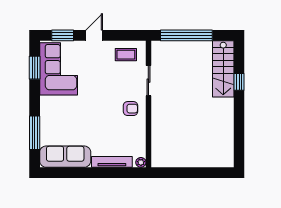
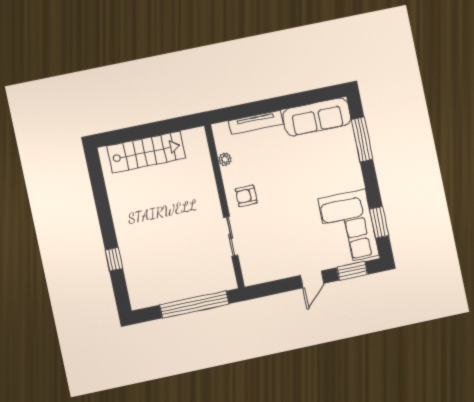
coffee table: (126, 55) -> (267, 264), removed
stairs: (223, 69) -> (146, 152), moved, turned 90
plant: (141, 162) -> (225, 159), moved

